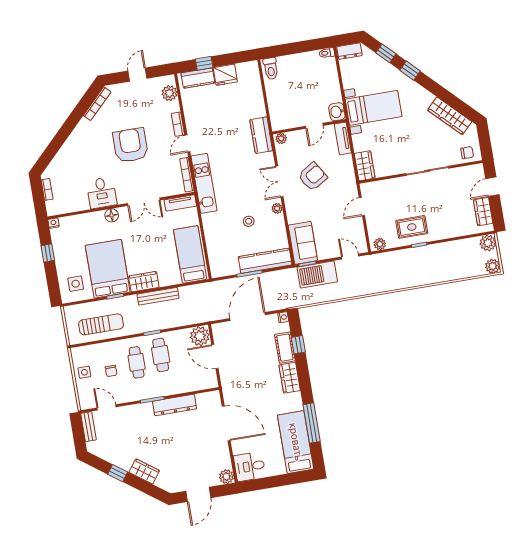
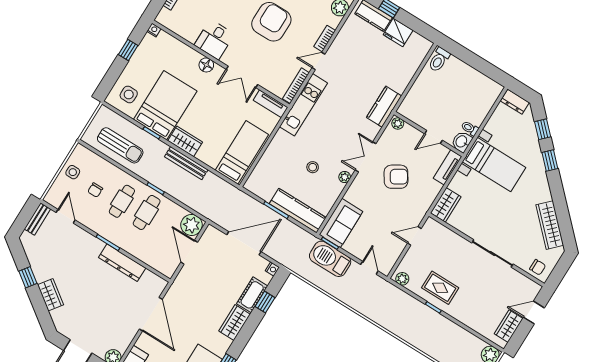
toilet: (327, 53) -> (470, 128), moved

